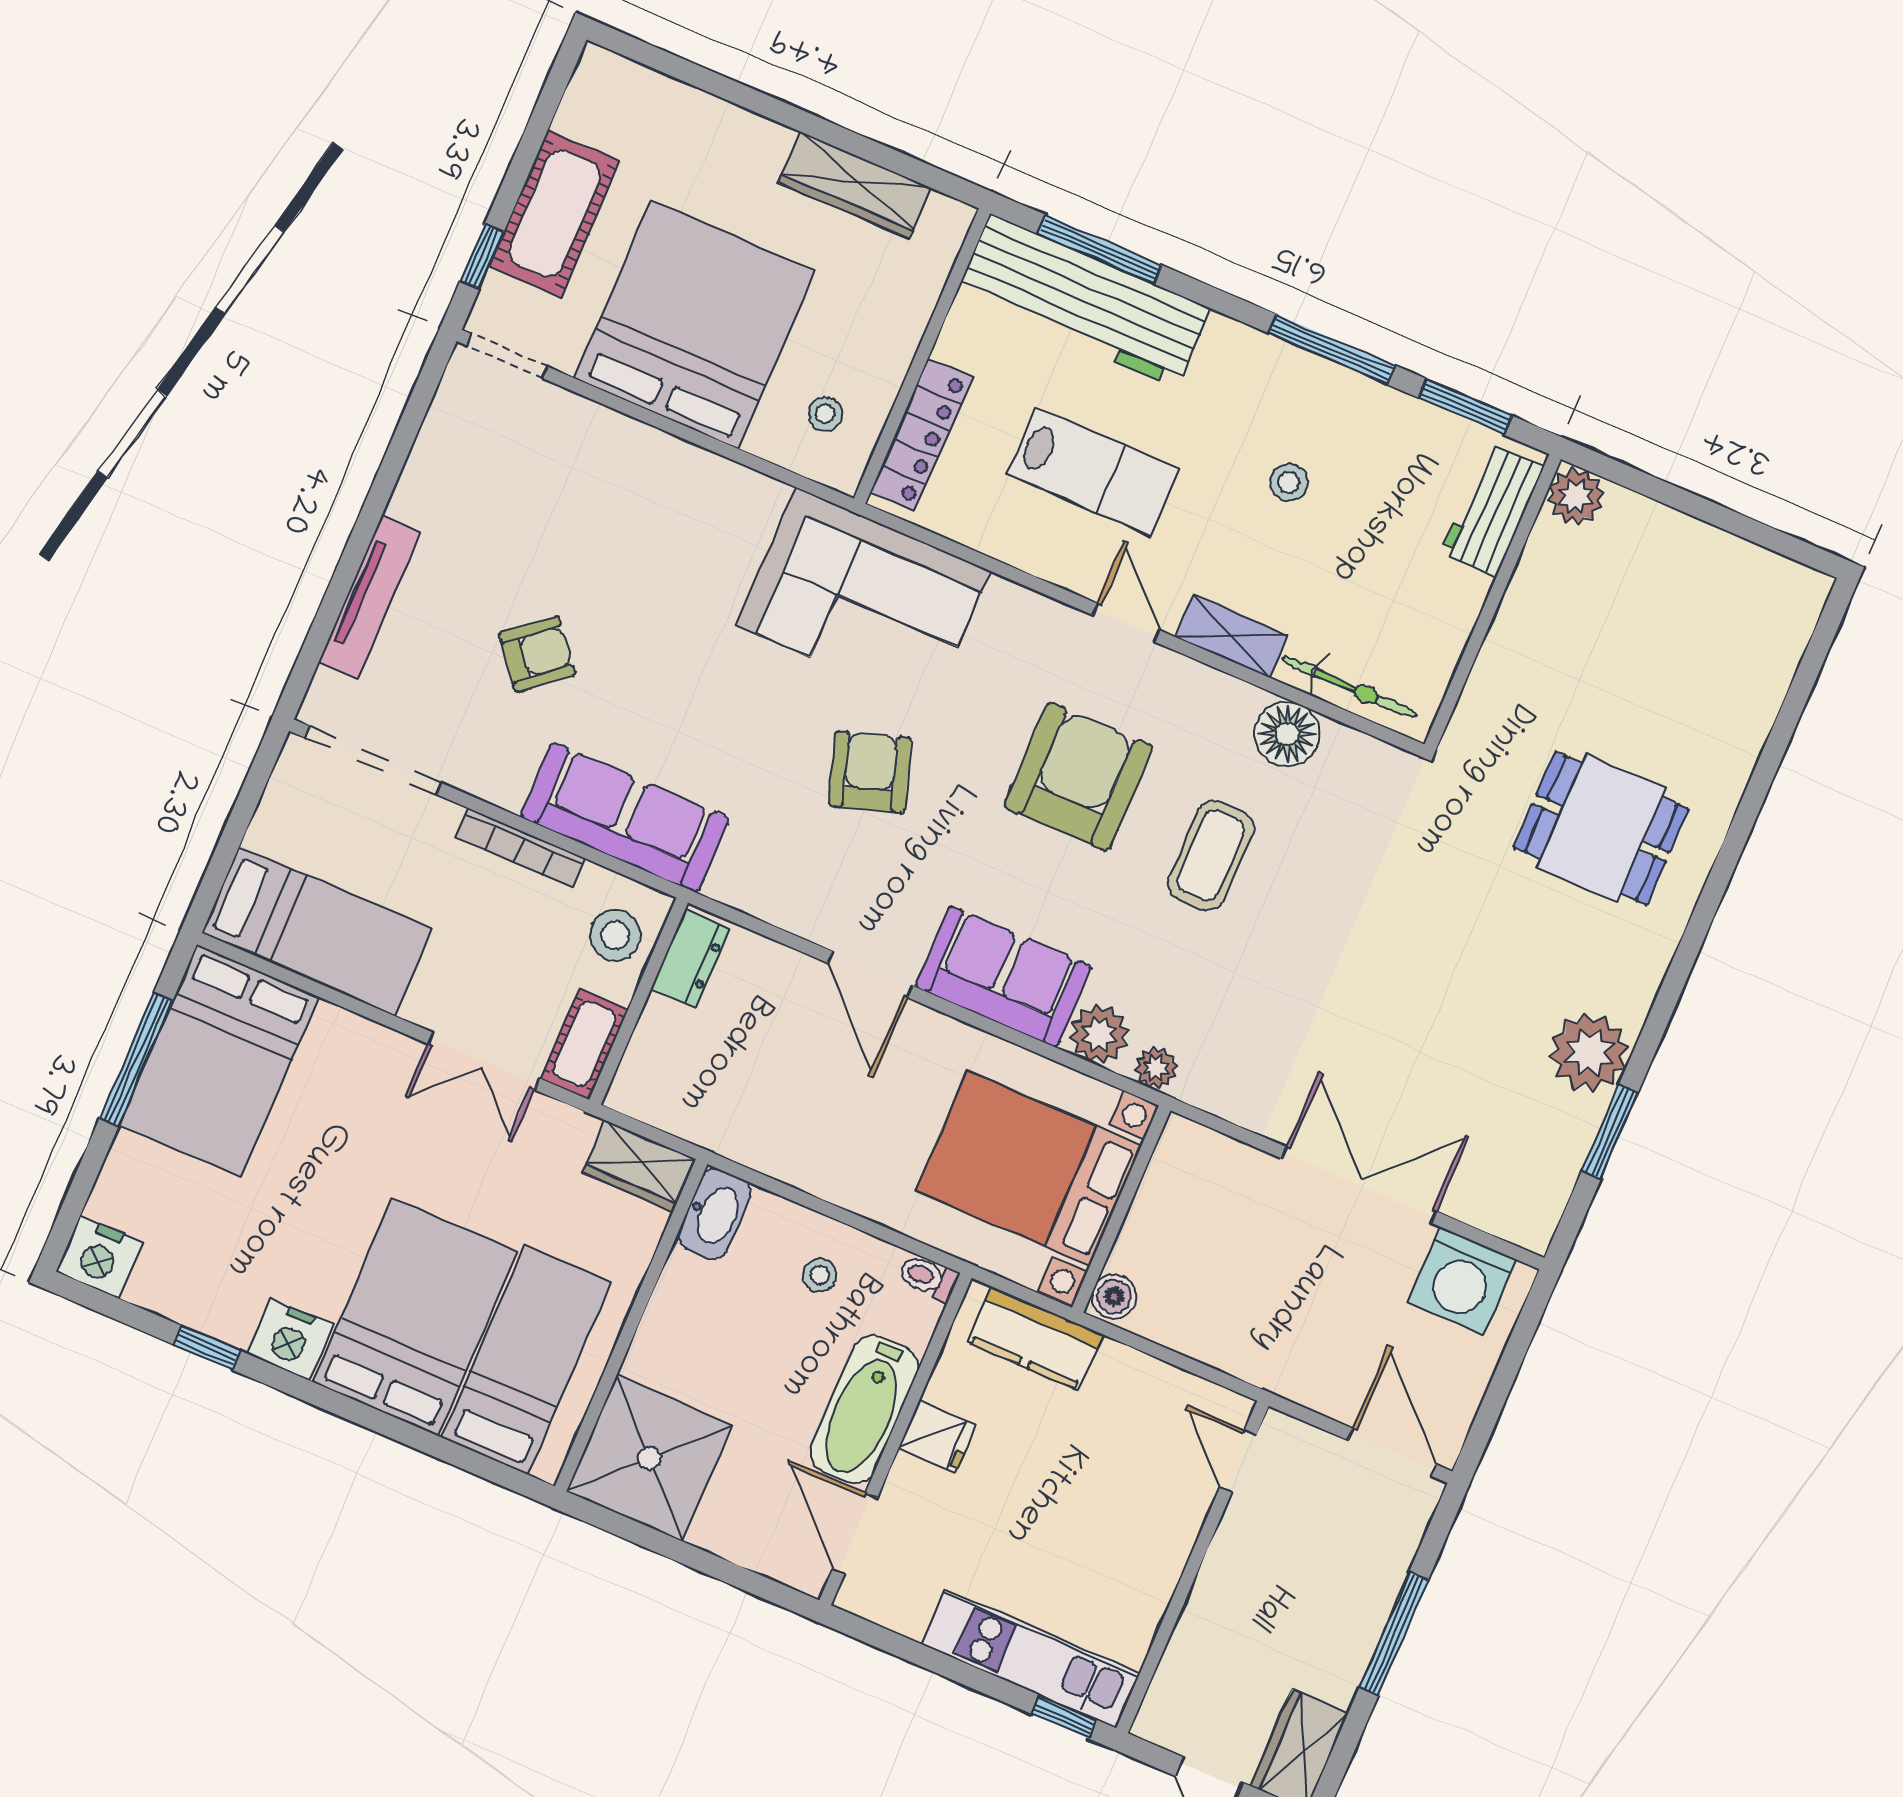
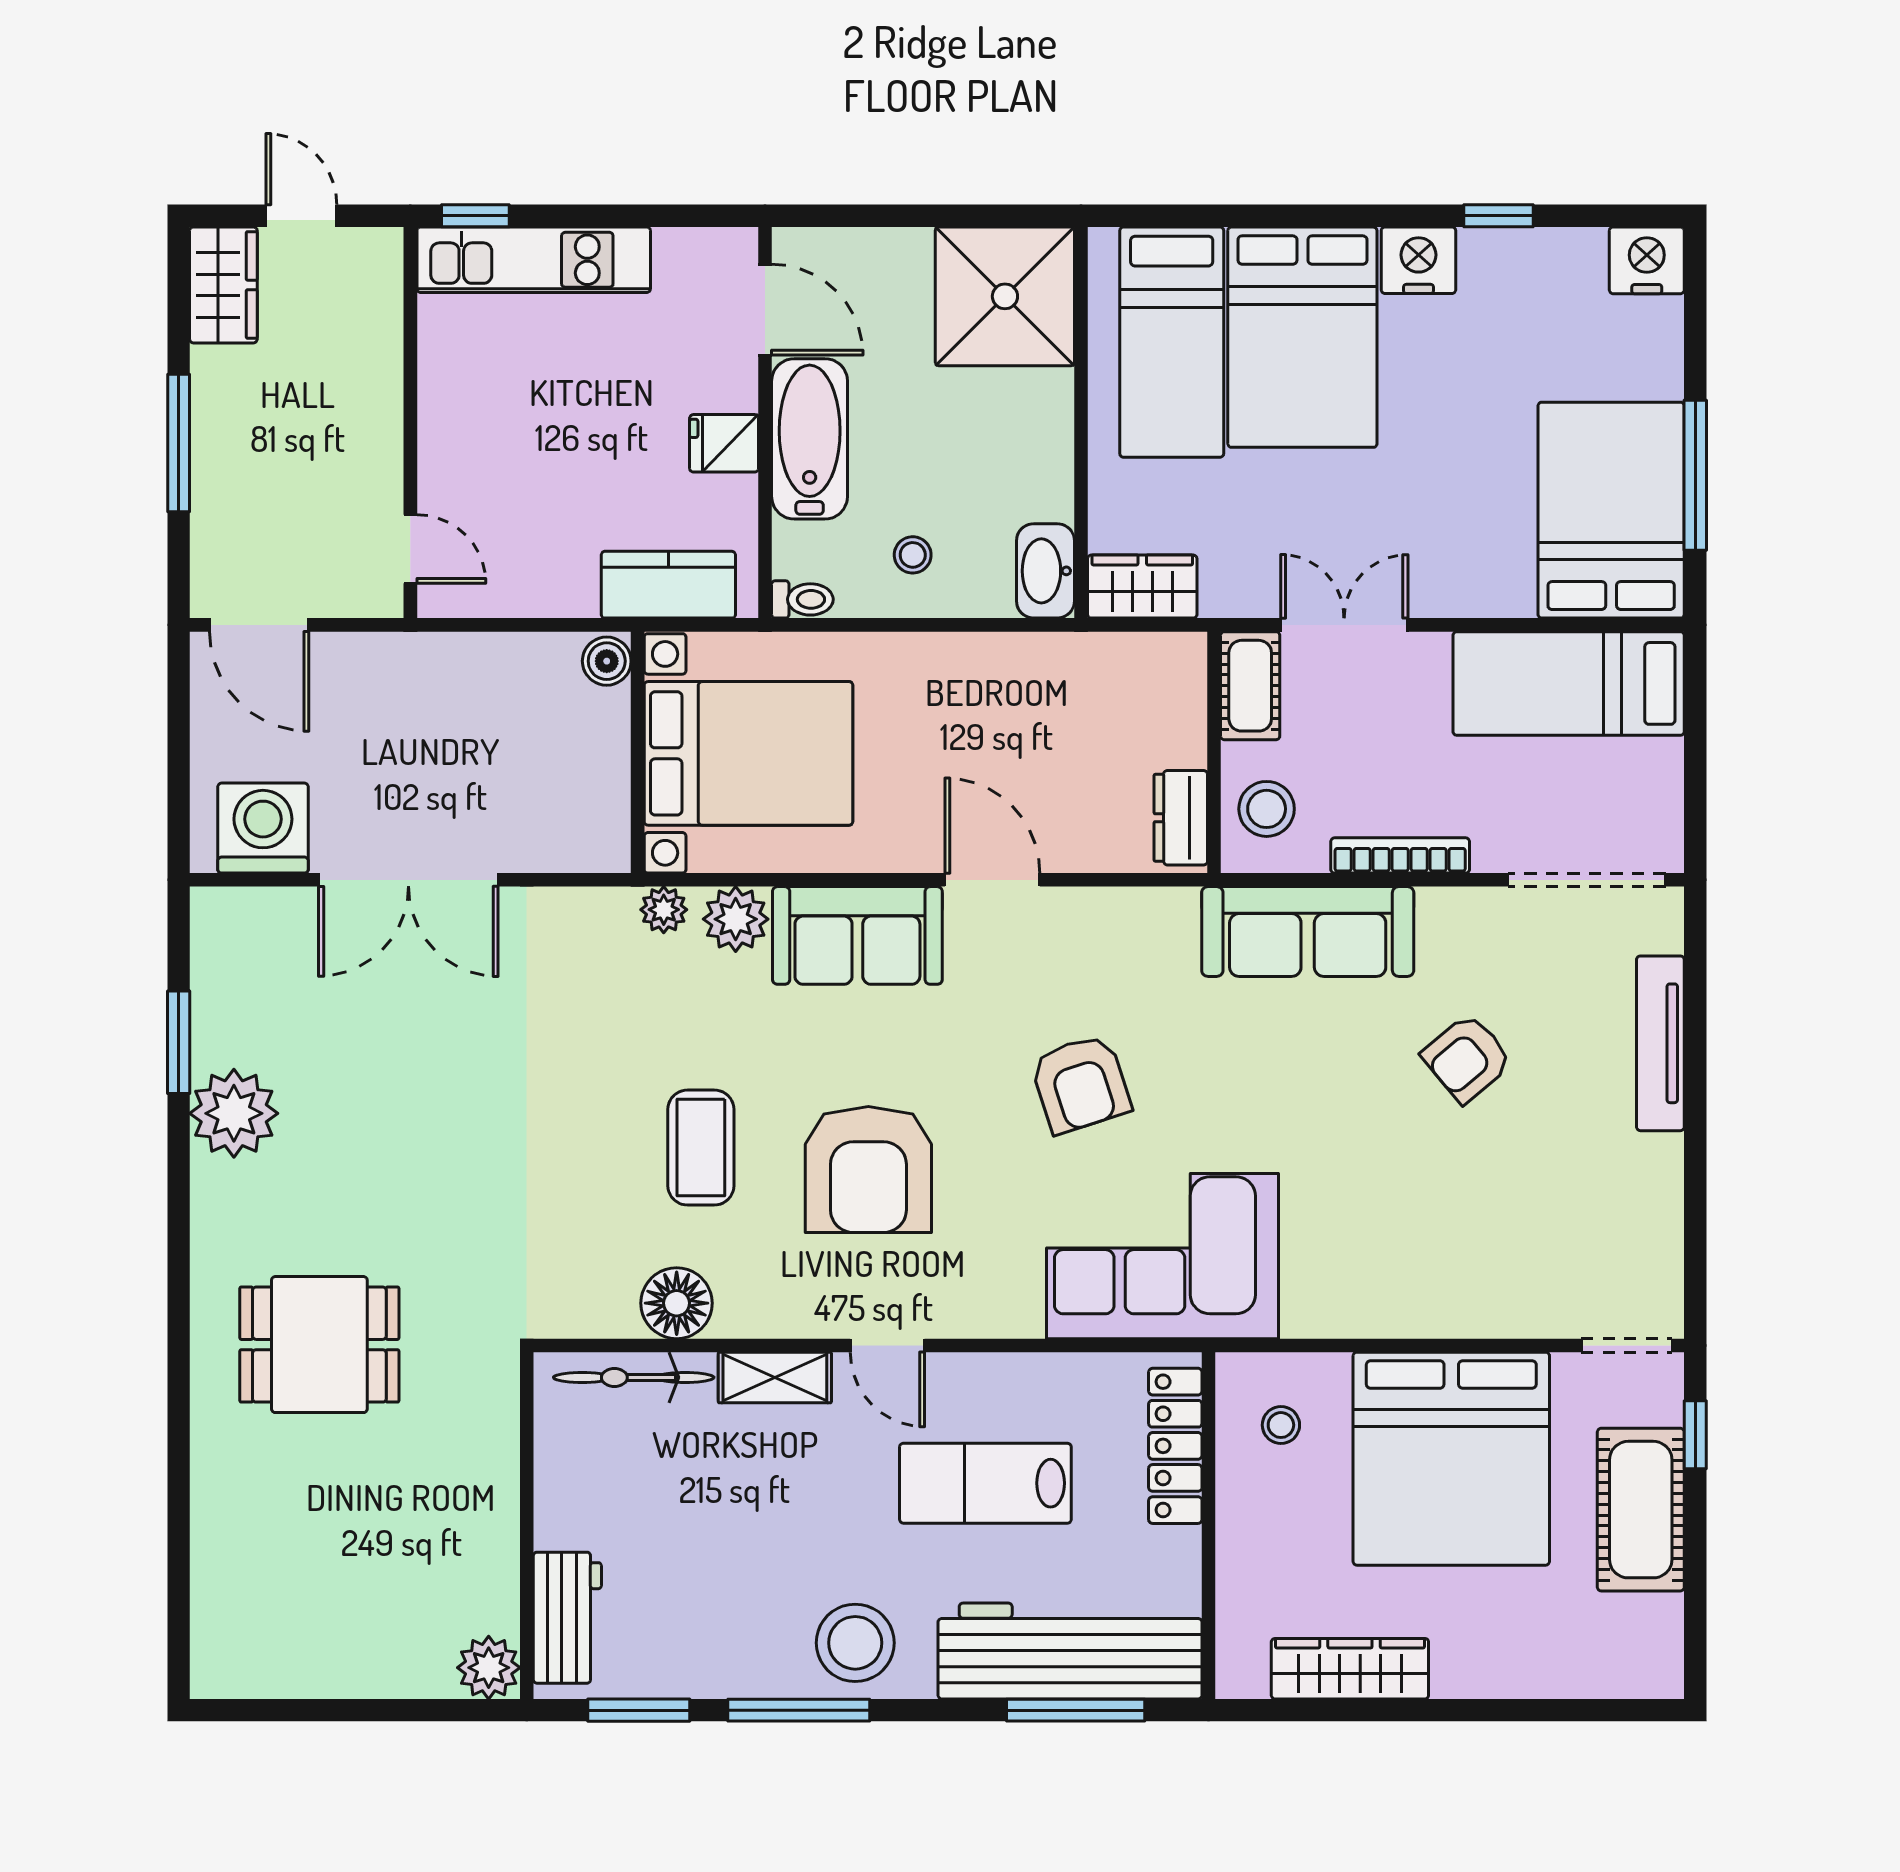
stool: (1289, 482) -> (855, 1643), moved, width x1.89, depth x1.89

